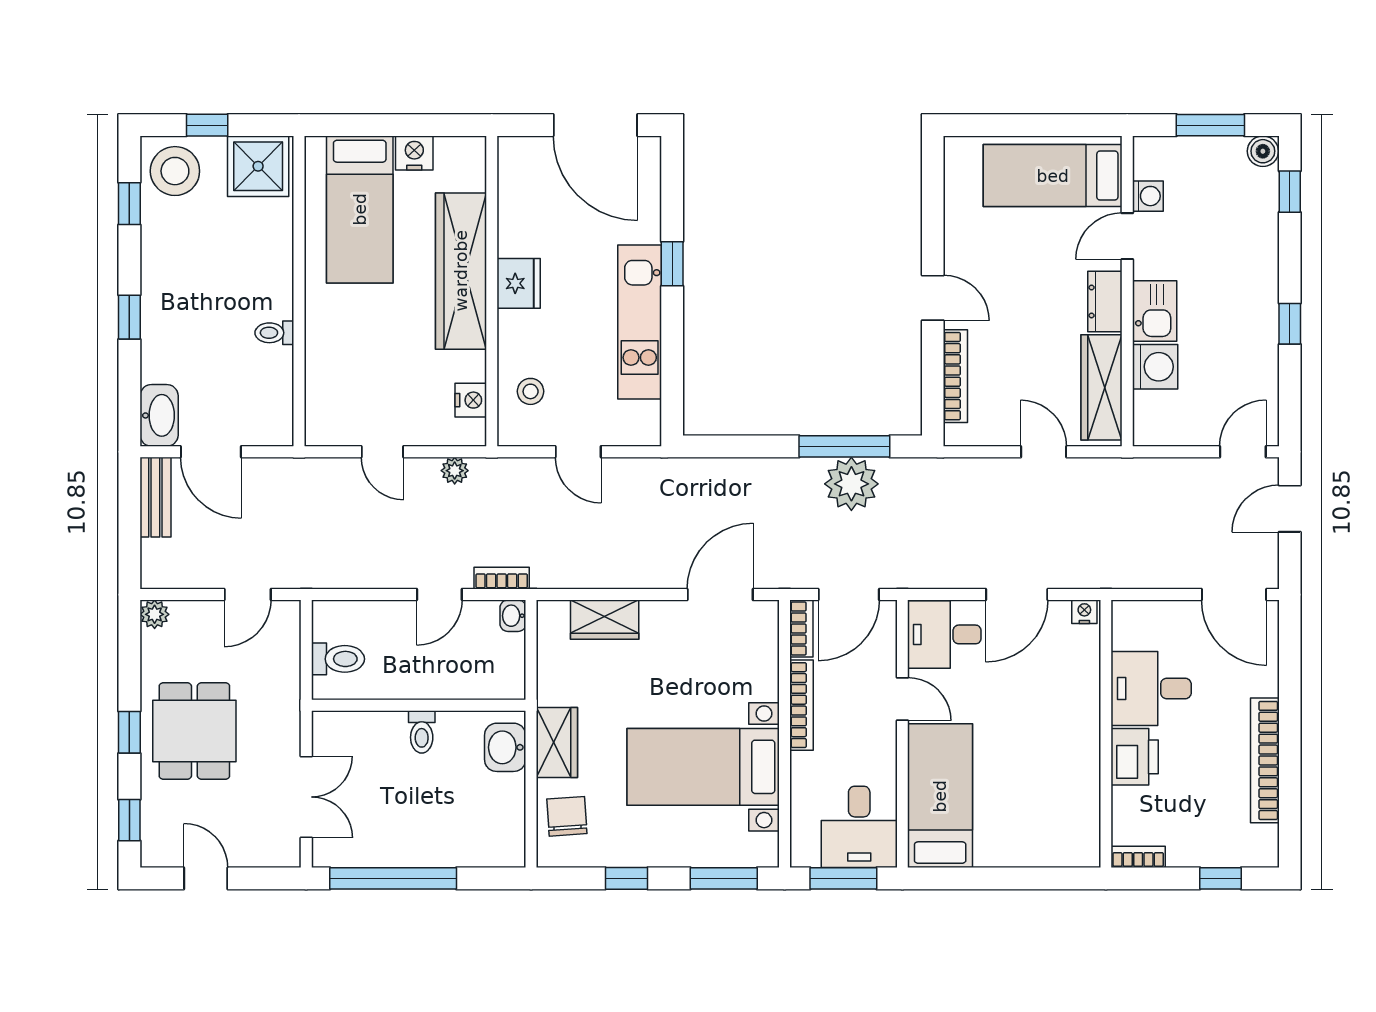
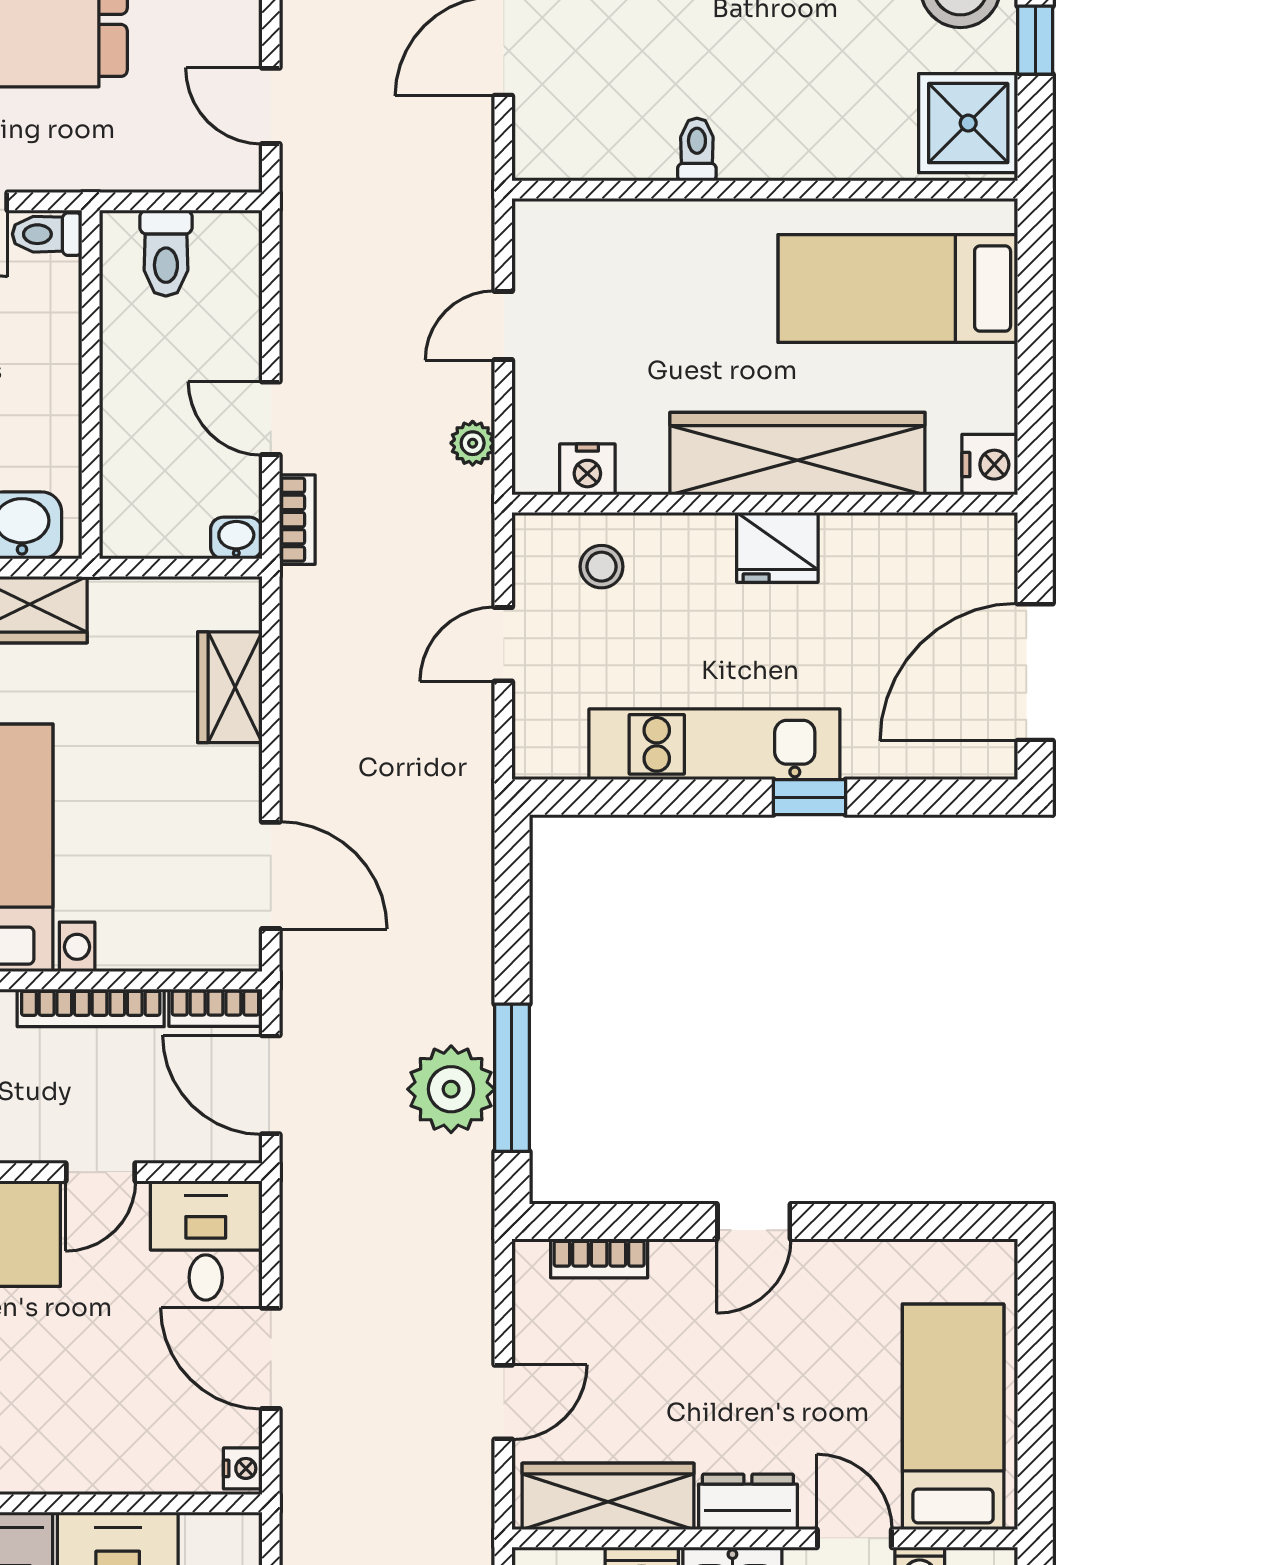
nightstand: (414, 153) -> (990, 465), moved
bookcase: (955, 376) -> (599, 1258), width x0.64
toilet: (422, 732) -> (47, 234), moved

